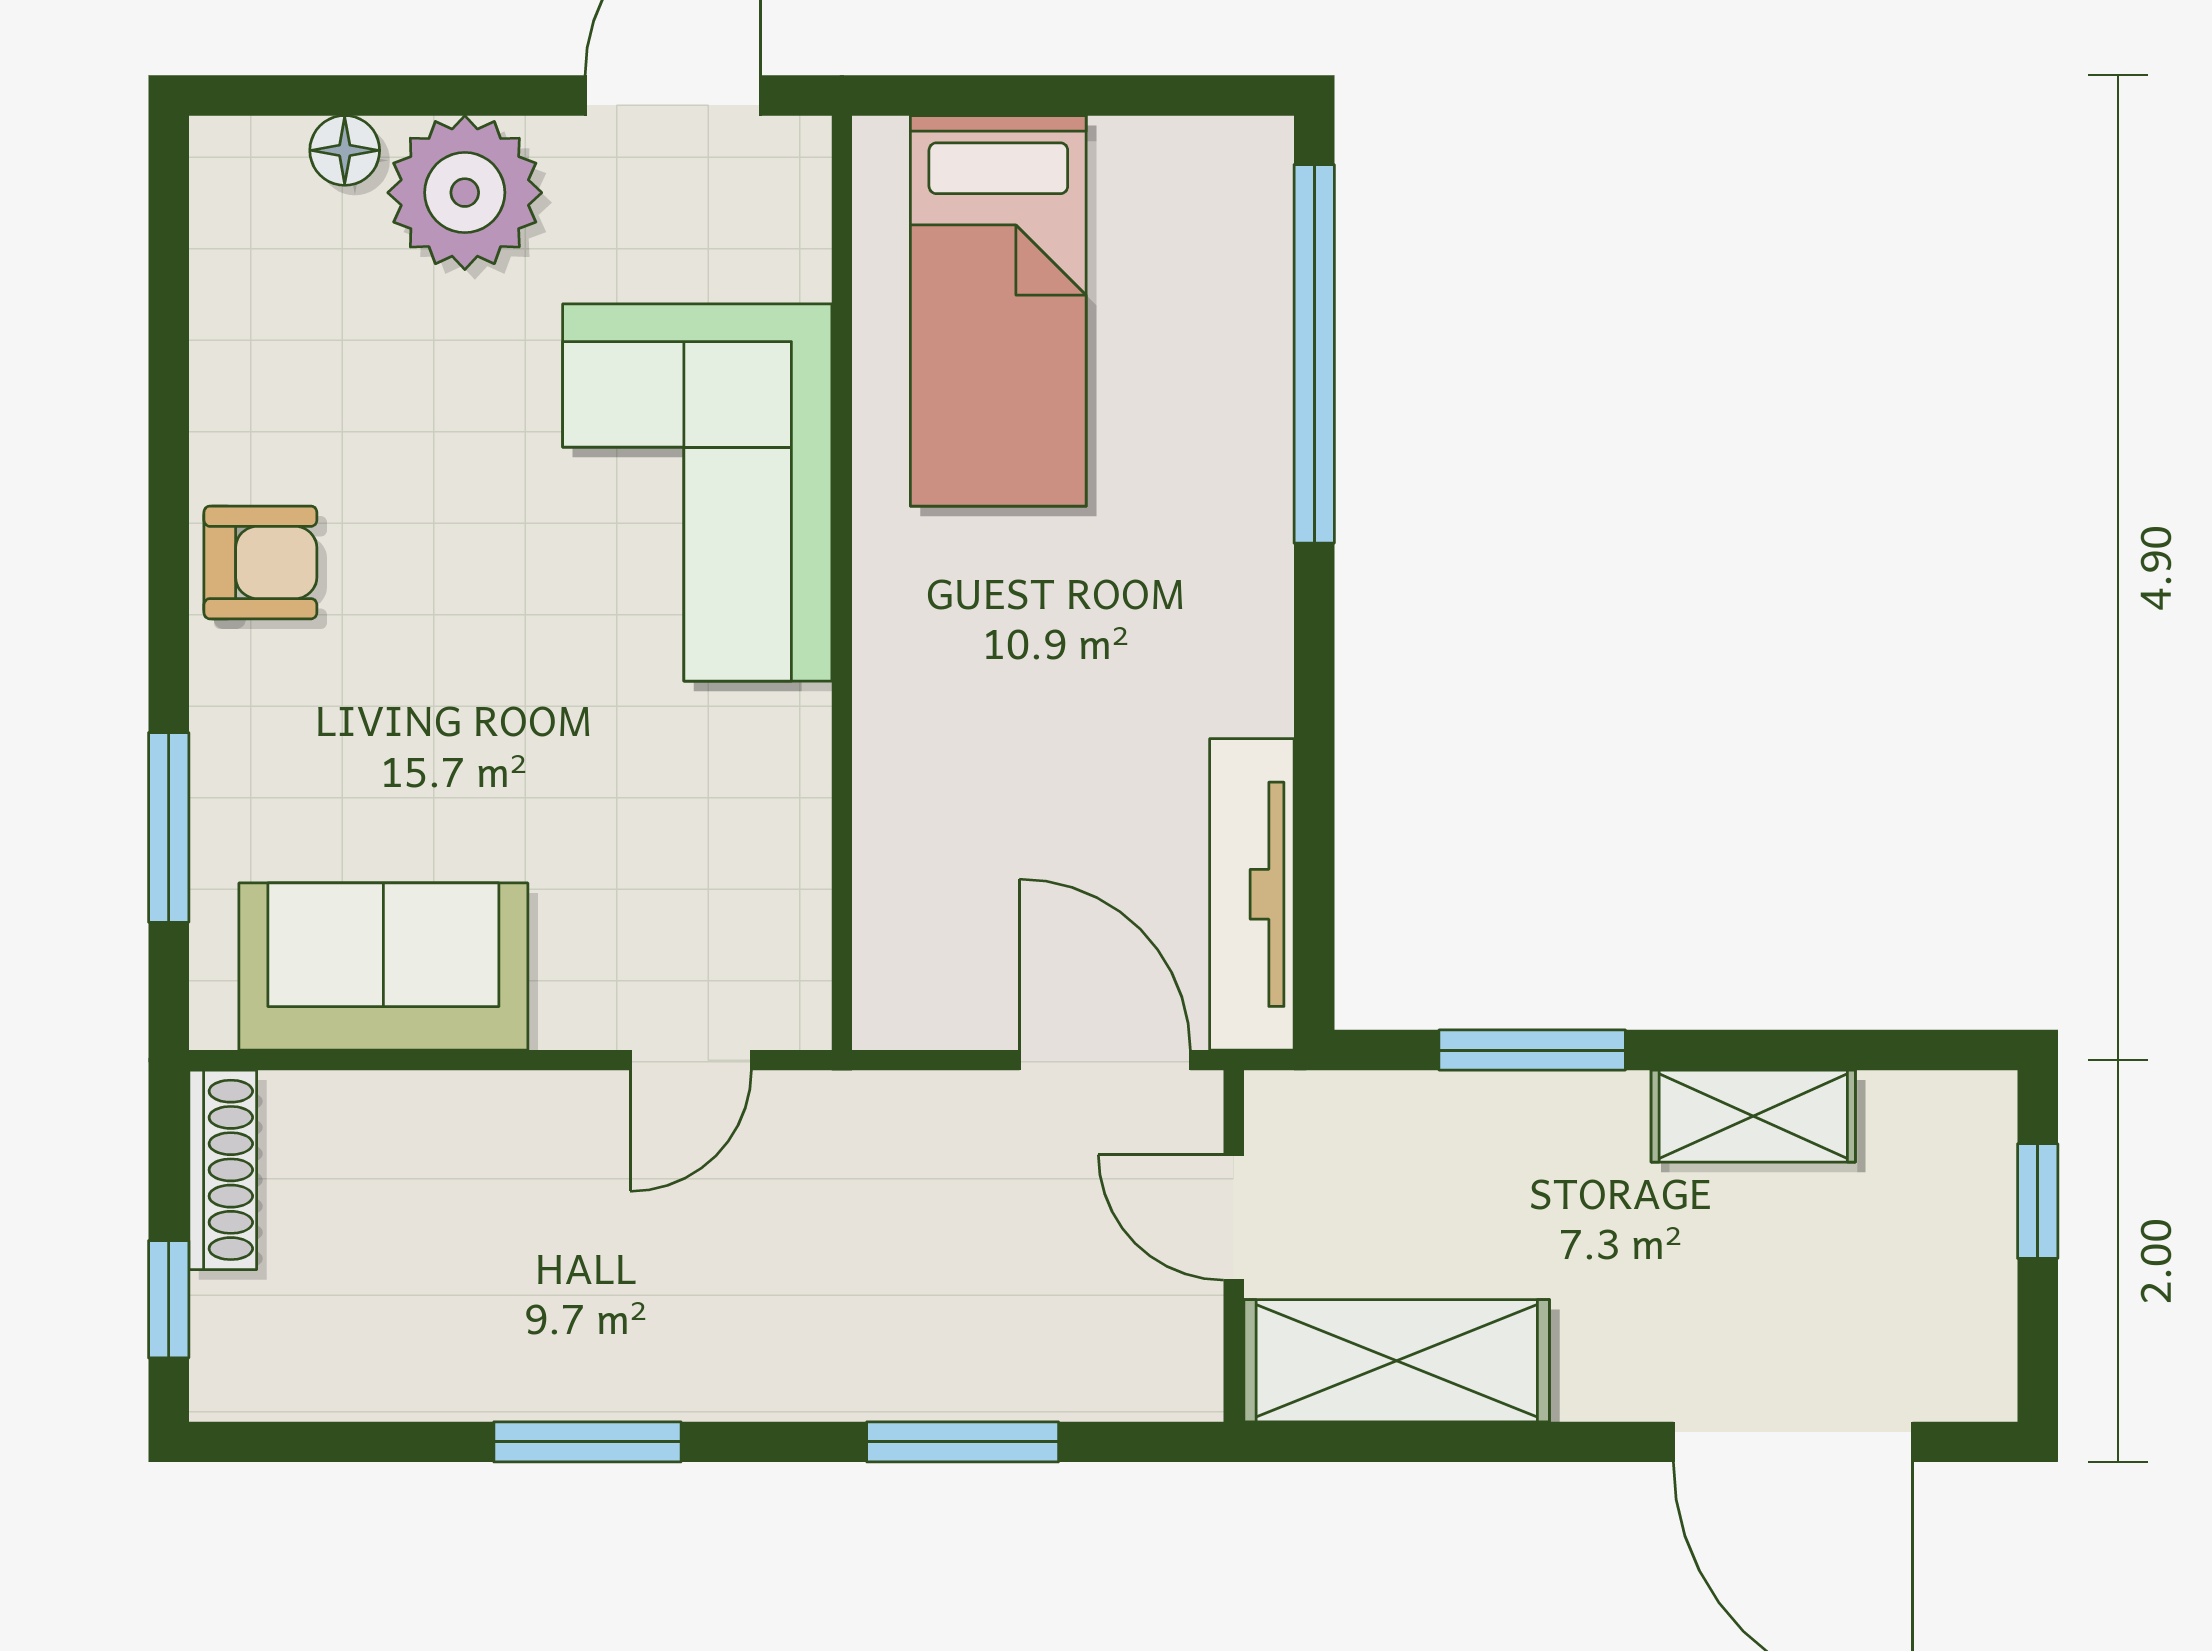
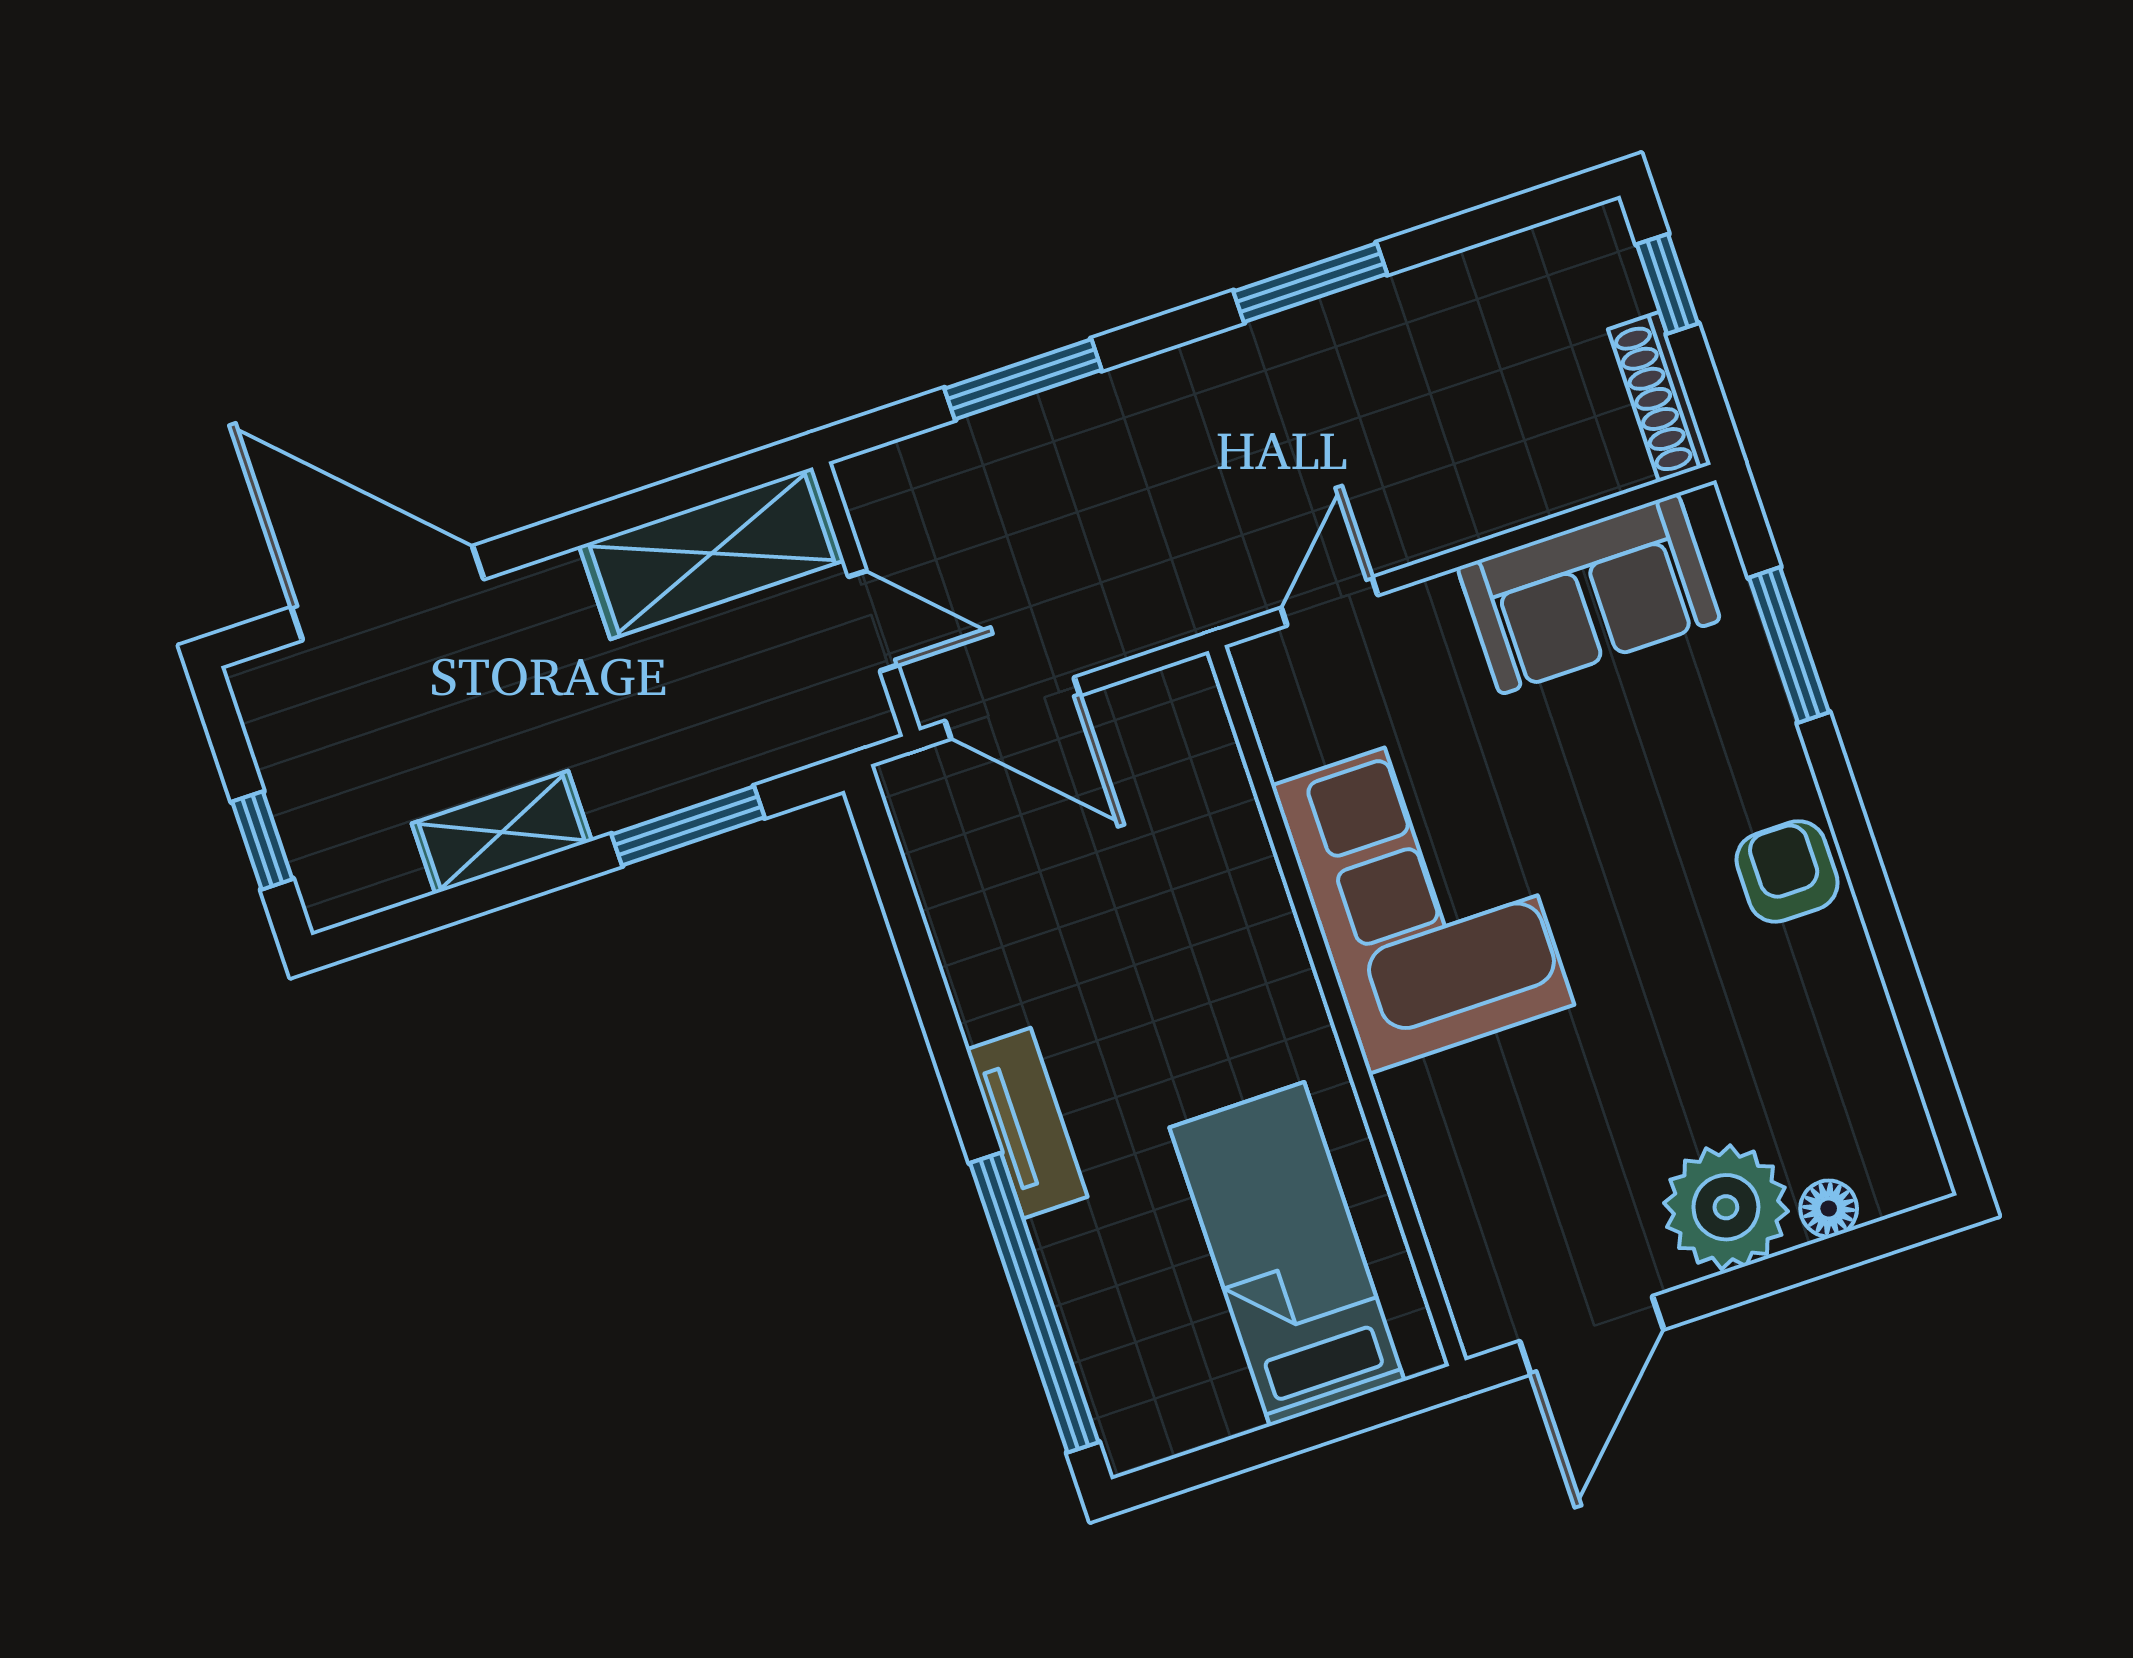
corner sofa: (697, 492) -> (1423, 895), moved
armchair: (260, 562) -> (1787, 871), turned 90
tv unit: (1252, 894) -> (1027, 1123), moved, width x0.71

